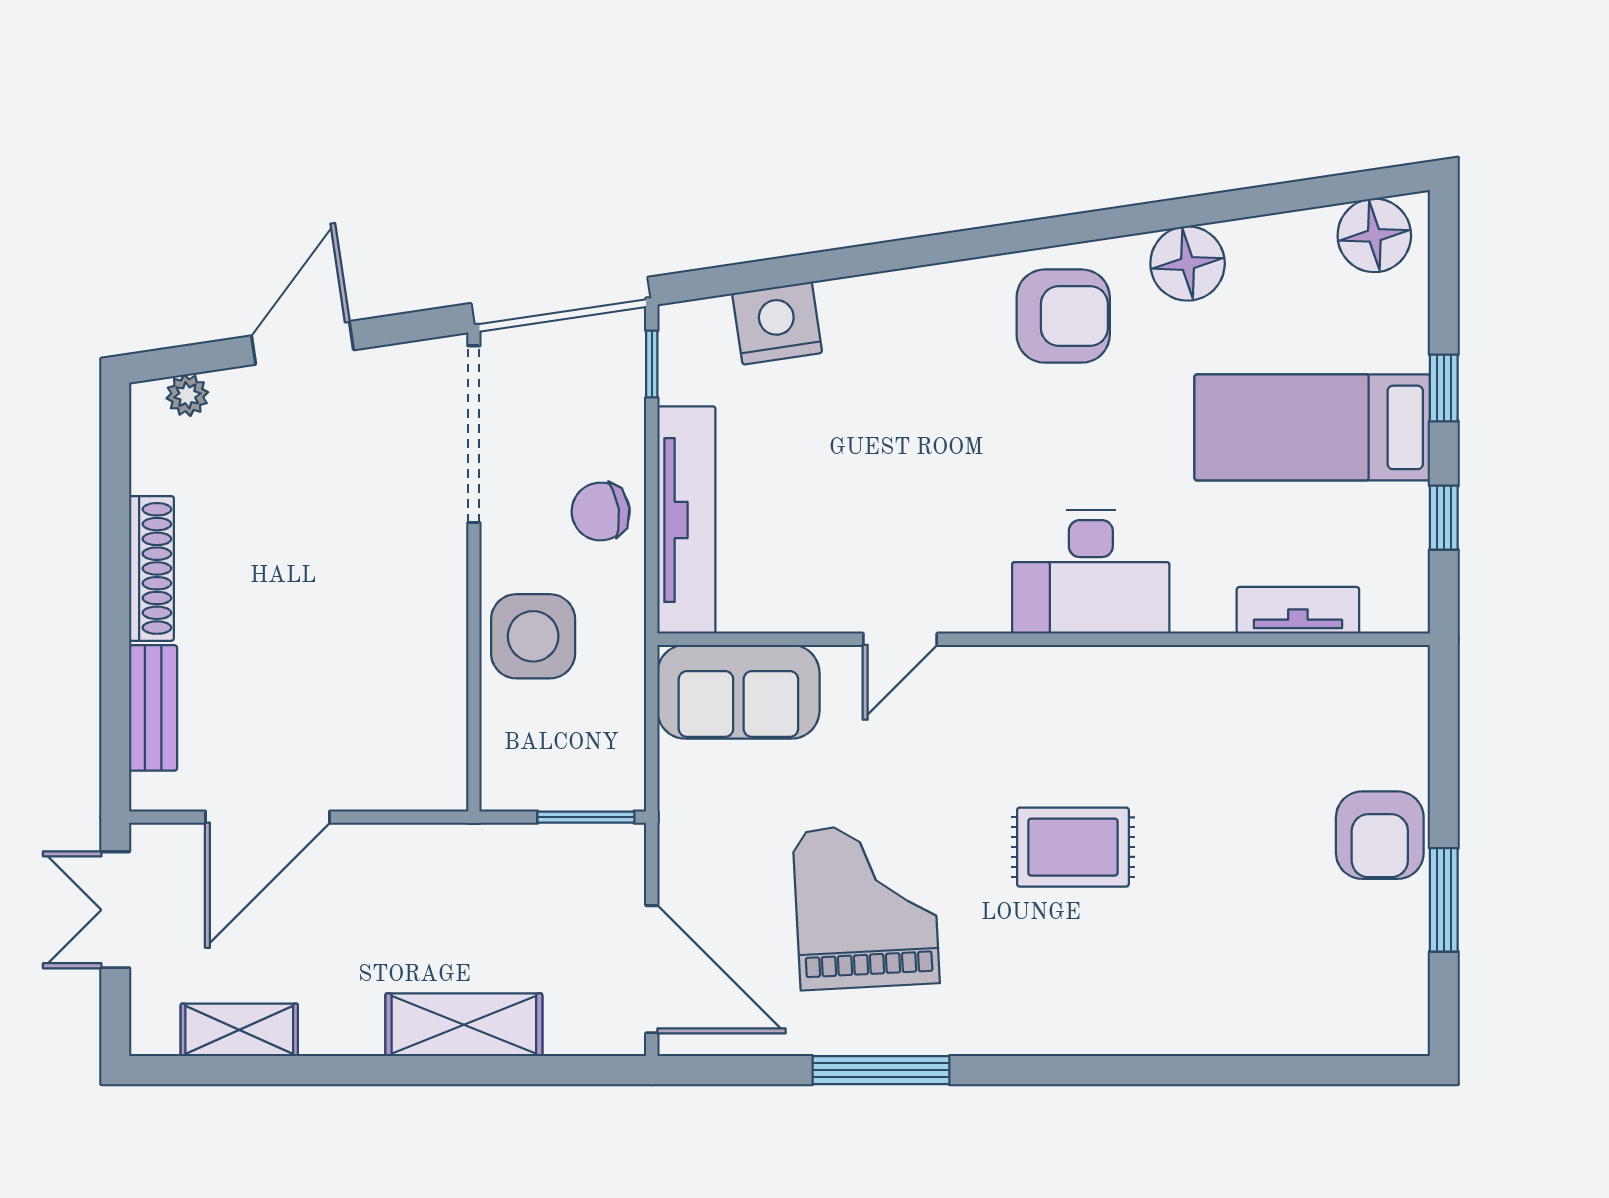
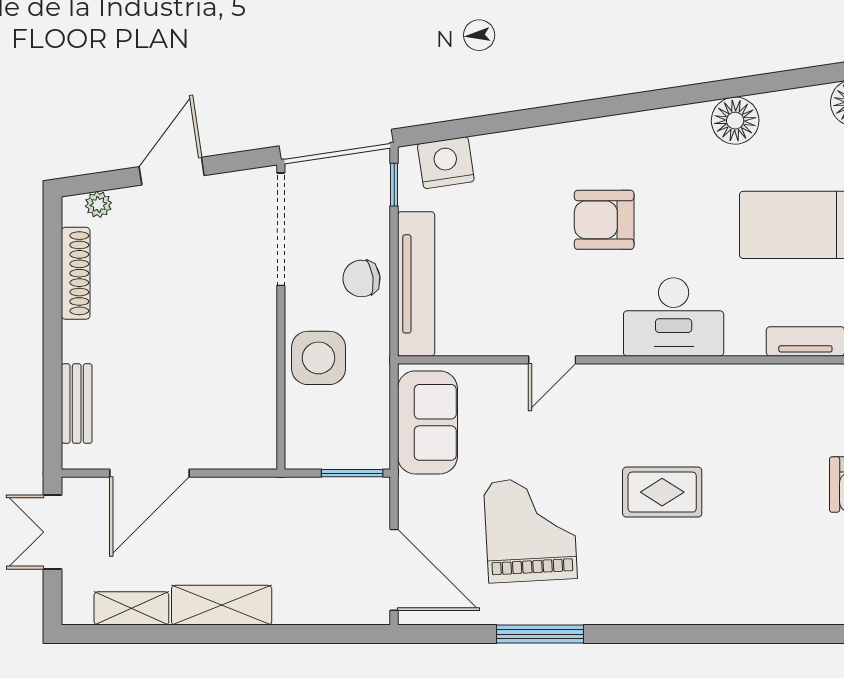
armchair: (1063, 316) -> (604, 220), moved, turned 180
nightstand: (777, 323) -> (446, 163), moved
shoe rack: (152, 568) -> (76, 273), moved
sofa: (738, 692) -> (427, 422), moved, turned -90
shelving: (464, 1025) -> (222, 605), moved

